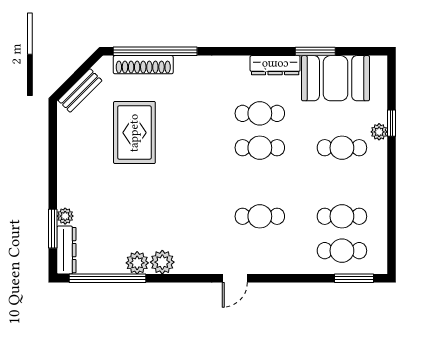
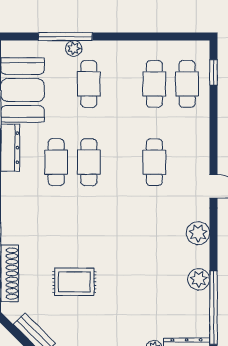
window: (392, 123) -> (65, 37), width x2.17
rug: (134, 133) -> (74, 282), width x0.73, depth x0.70
plant: (162, 262) -> (198, 233), moved
window: (354, 278) -> (213, 72), width x0.67

